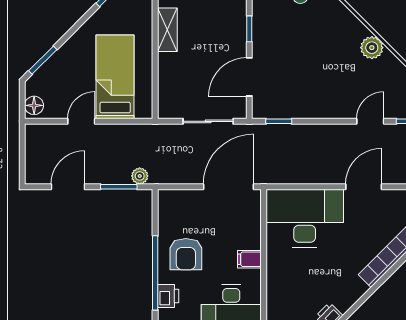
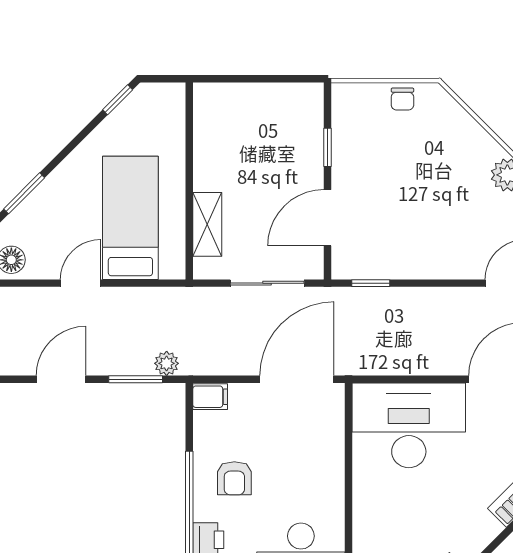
shelving: (167, 30) -> (207, 224), moved
armchair: (186, 254) -> (234, 478), width x0.72, depth x0.72
filing cabinet: (249, 259) -> (210, 397), moved, turned 180

